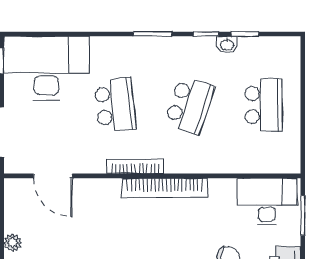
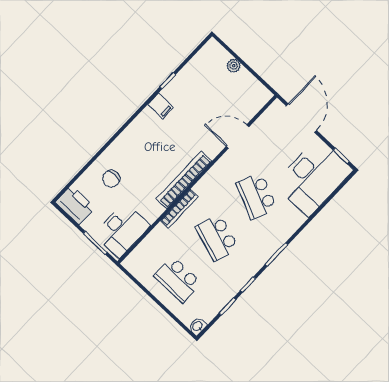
washbasin: (227, 44) -> (198, 326), moved
school desk: (115, 105) -> (257, 196), turned 30
bookcase: (135, 166) -> (179, 209), moved
door: (53, 176) -> (238, 136), moved

